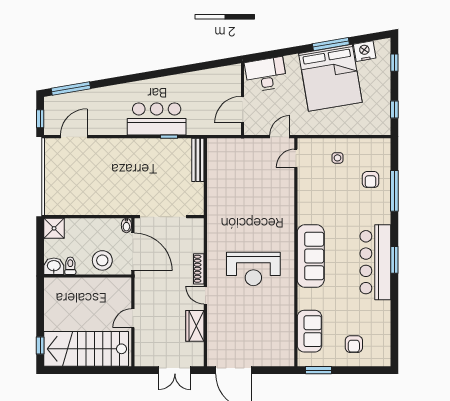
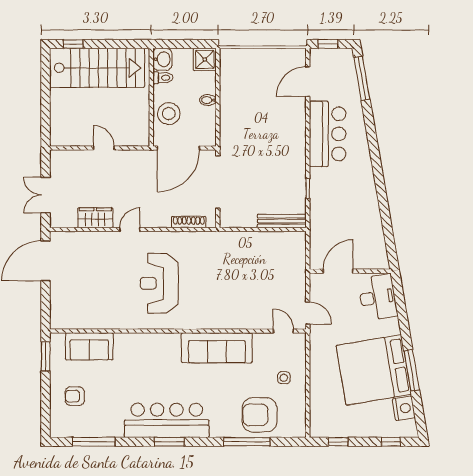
door: (243, 110) -> (338, 271), hinge flipped
bar counter: (157, 119) -> (328, 134), moved
door: (74, 137) -> (308, 82), swing flipped
armchair: (371, 180) -> (260, 415), width x1.88, depth x1.88
bidet: (126, 225) -> (208, 100), moved
sofa: (311, 256) -> (217, 348), moved
shoe rack: (199, 269) -> (189, 222), moved
window: (394, 327) -> (94, 442), added
stairs: (86, 349) -> (97, 68), moved, turned 90

